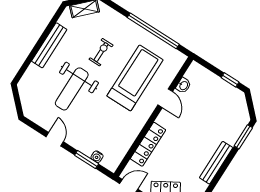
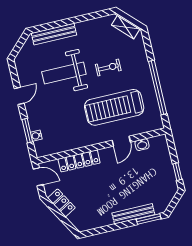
bench: (49, 45) -> (54, 34), moved
treadmill: (135, 78) -> (114, 107), turned 180
bench: (216, 163) -> (133, 214), moved

